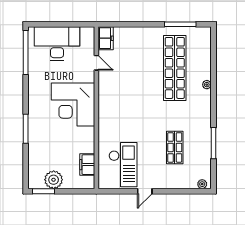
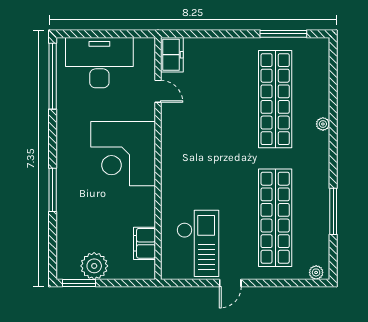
shop shelf: (175, 147) -> (275, 218), width x2.00, depth x1.36

